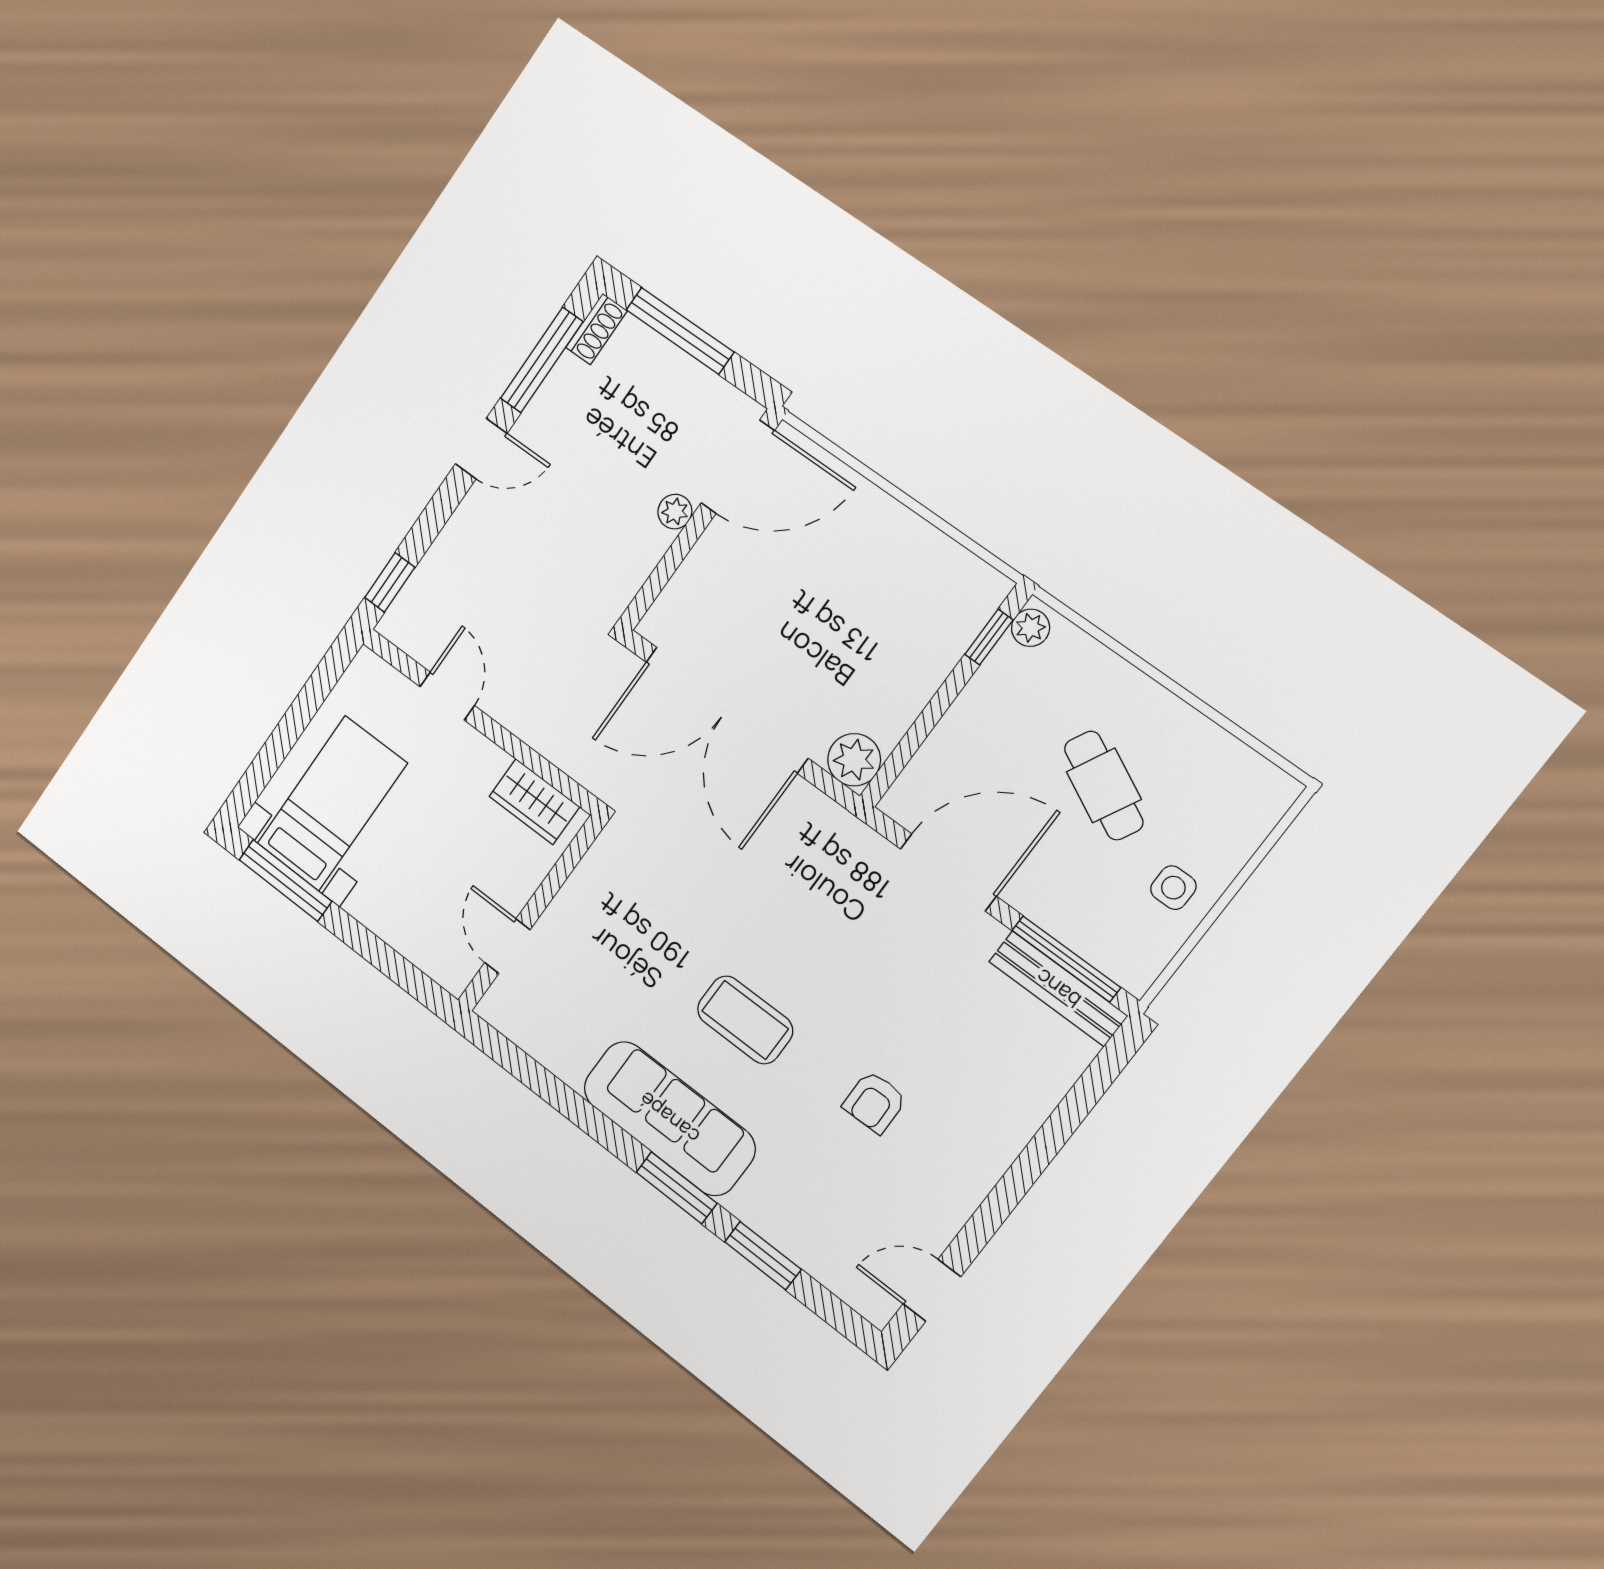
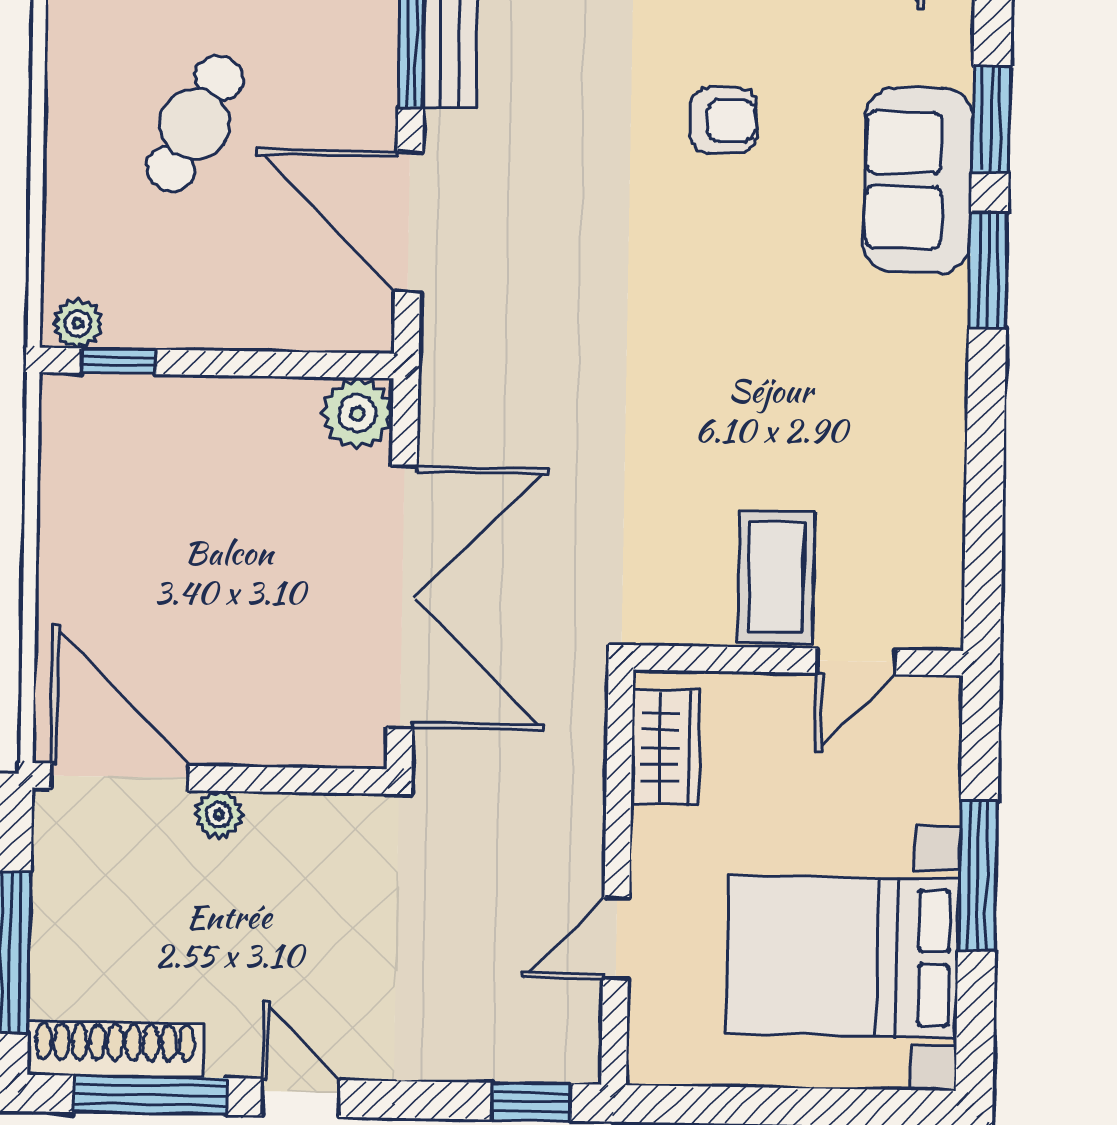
shoe rack: (596, 329) -> (115, 1049), width x1.94, depth x1.24
bed with nightstands: (332, 803) -> (843, 957), width x1.36
window: (285, 880) -> (978, 876), moved
coffee table: (745, 1020) -> (776, 577), moved
sofa: (669, 1118) -> (918, 180), moved, width x0.73

